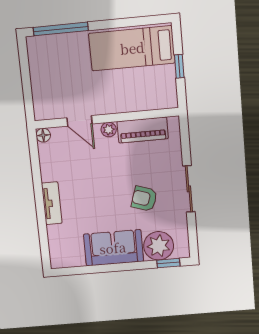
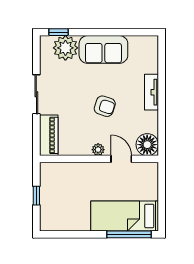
bed: (132, 48) -> (125, 216), moved, turned 180
piano: (143, 130) -> (49, 135), moved, turned 90
floor lamp: (43, 135) -> (147, 145), width x1.89, depth x1.89
armchair: (144, 199) -> (105, 106), moved

